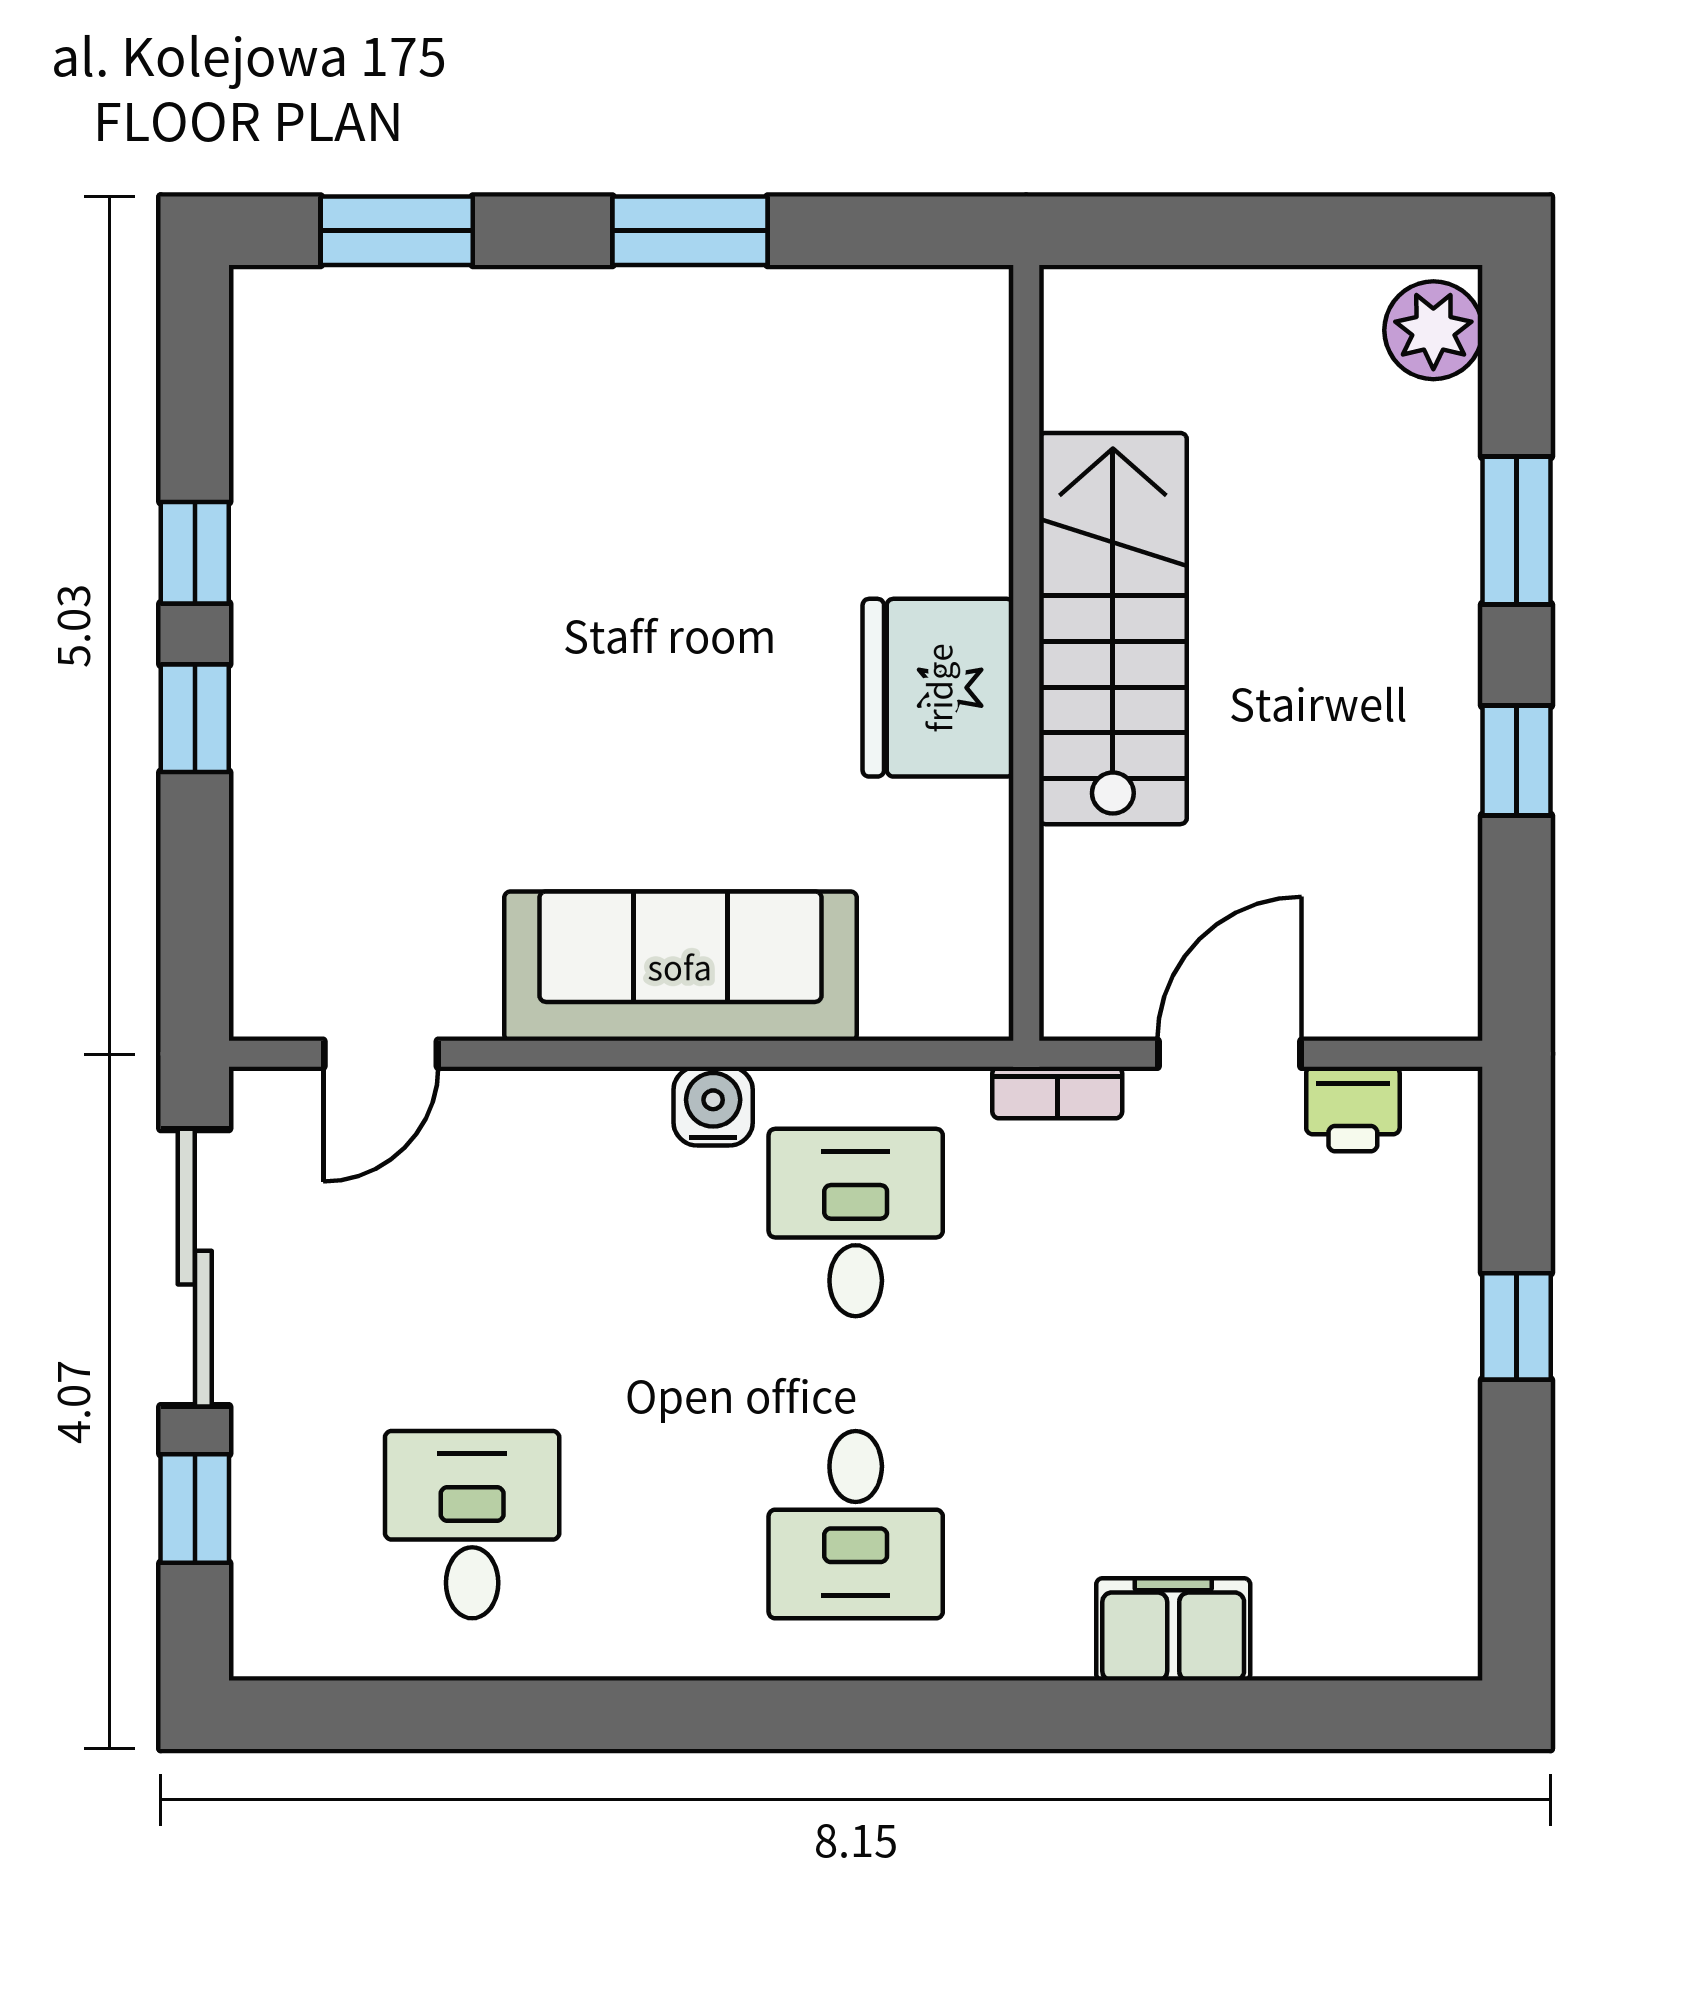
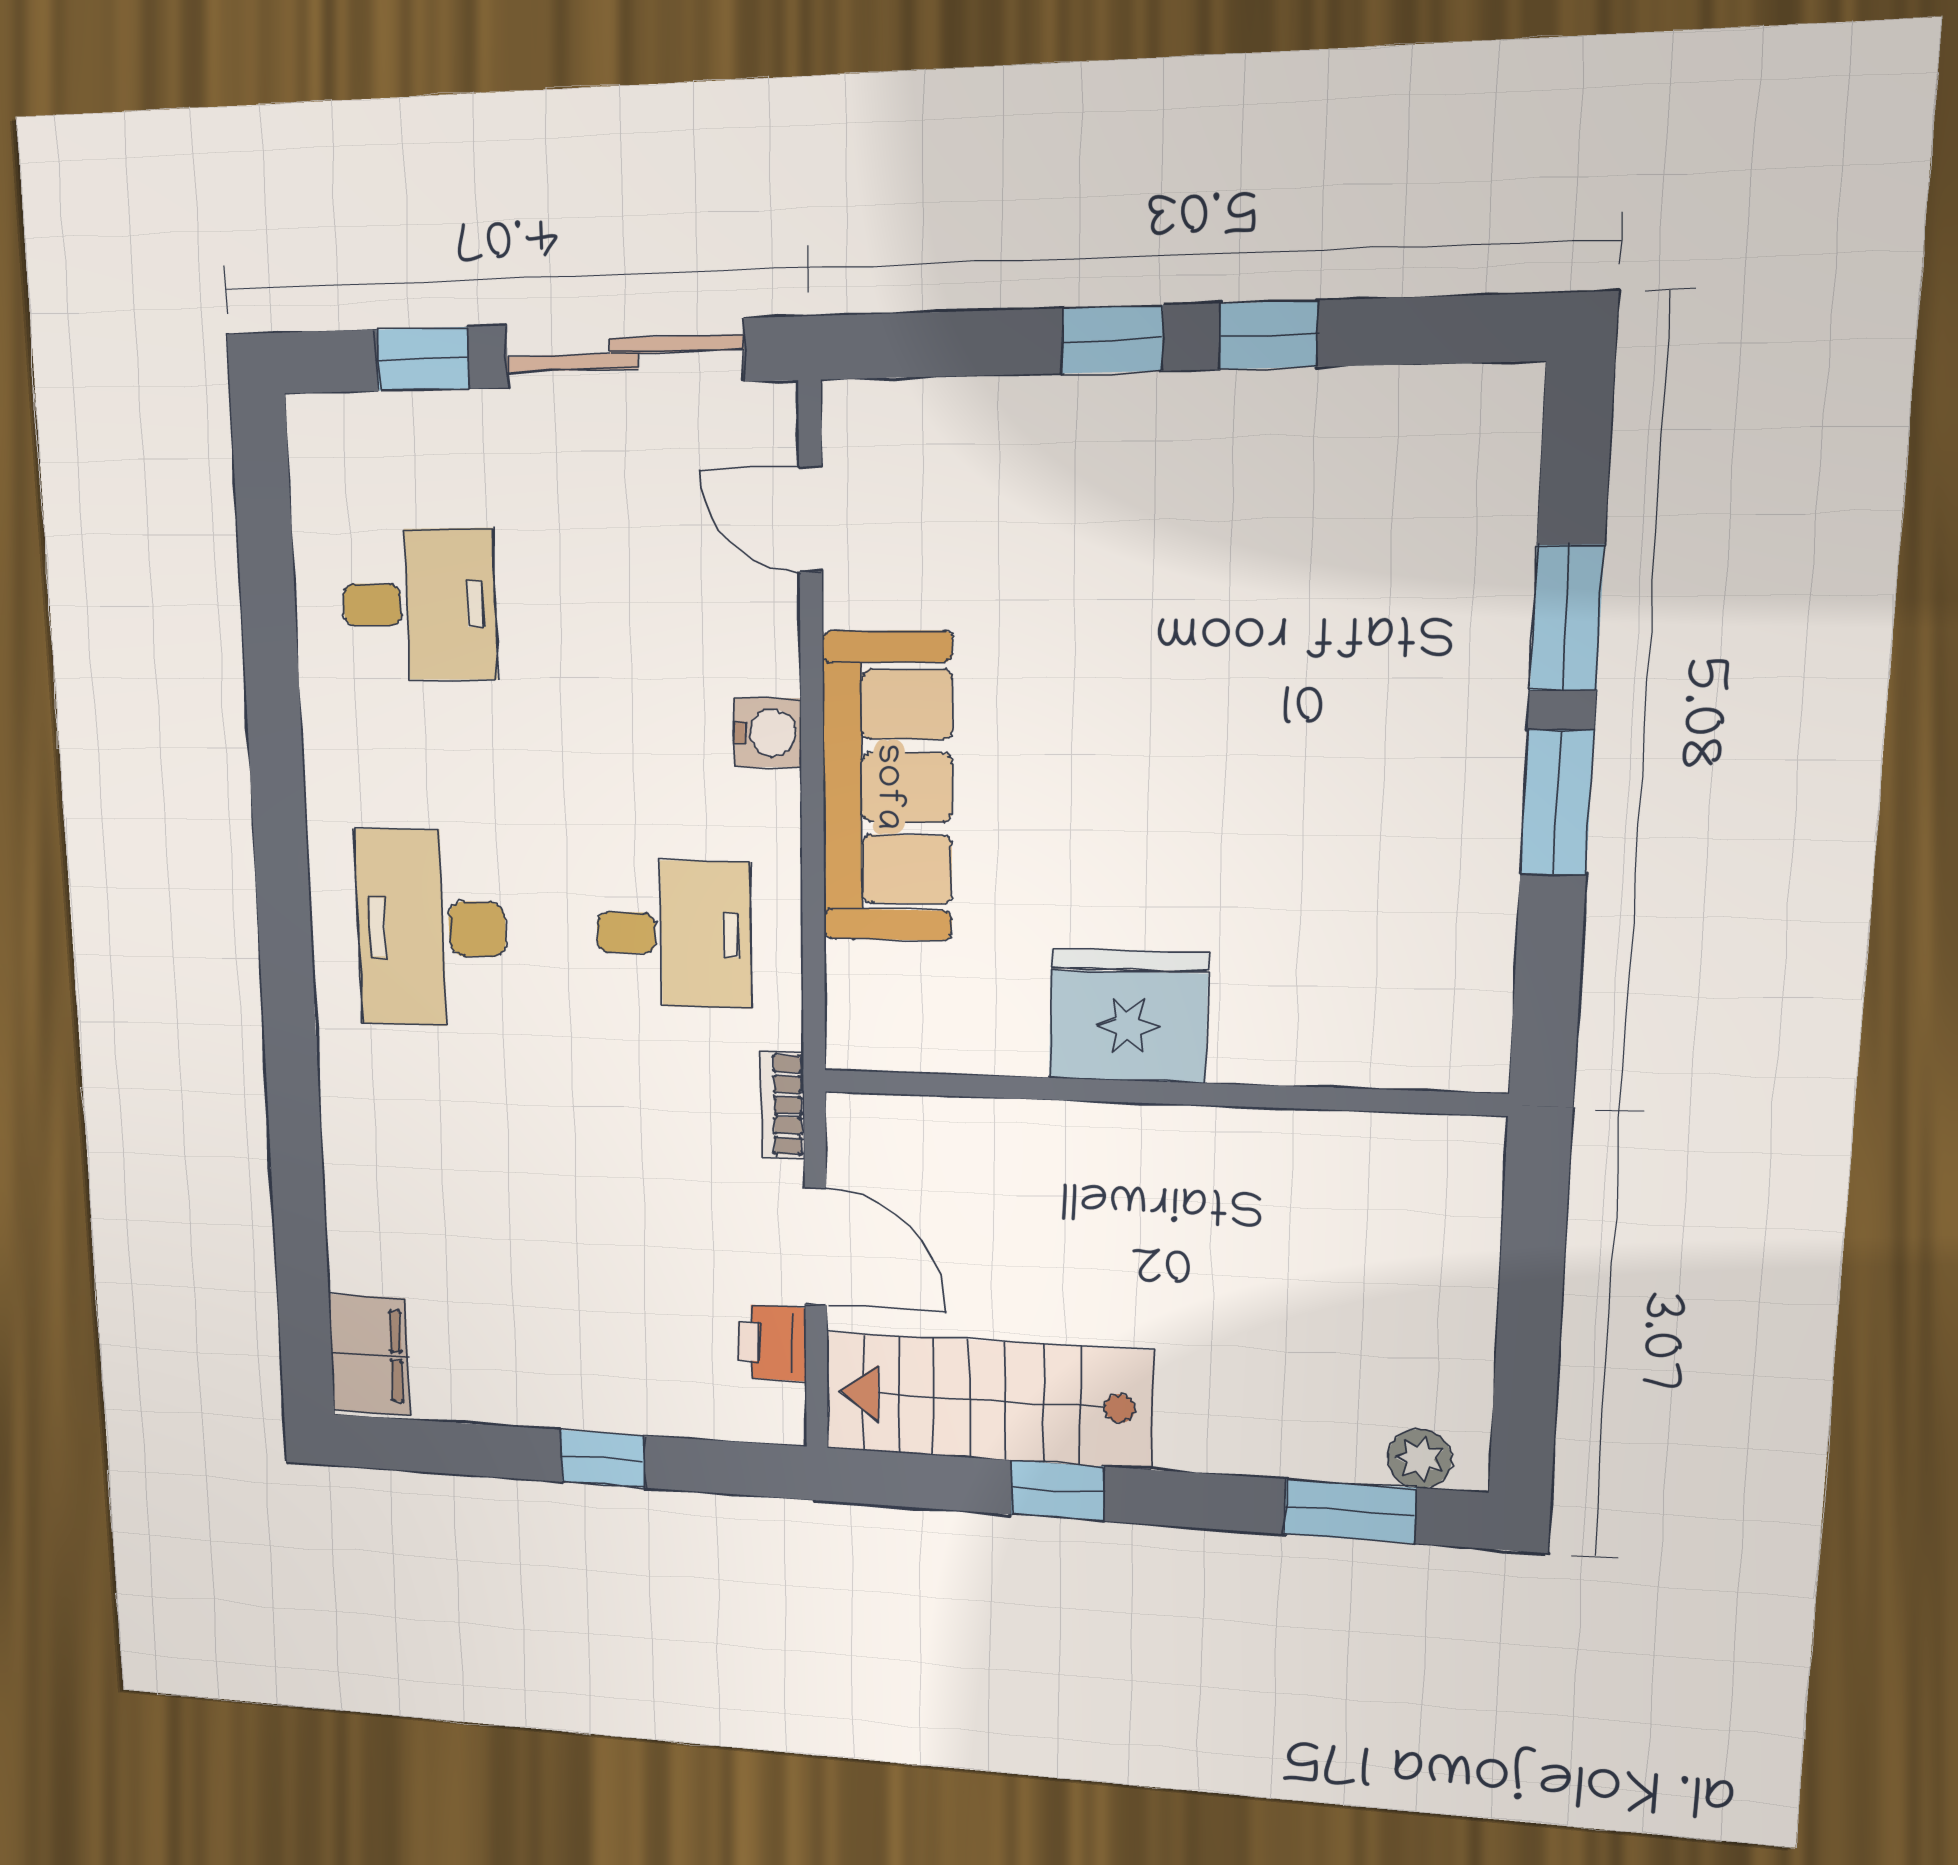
window: (397, 231) -> (1567, 618), moved
plant: (1433, 330) -> (1420, 1459), width x0.73, depth x0.73
window: (1517, 531) -> (1350, 1511), moved
stairs: (1113, 629) -> (988, 1400), moved, turned 180
water cooler: (713, 1106) -> (768, 733), moved
desk: (856, 1525) -> (431, 928), width x1.37
filing cabinet: (1173, 1629) -> (369, 1355), moved

